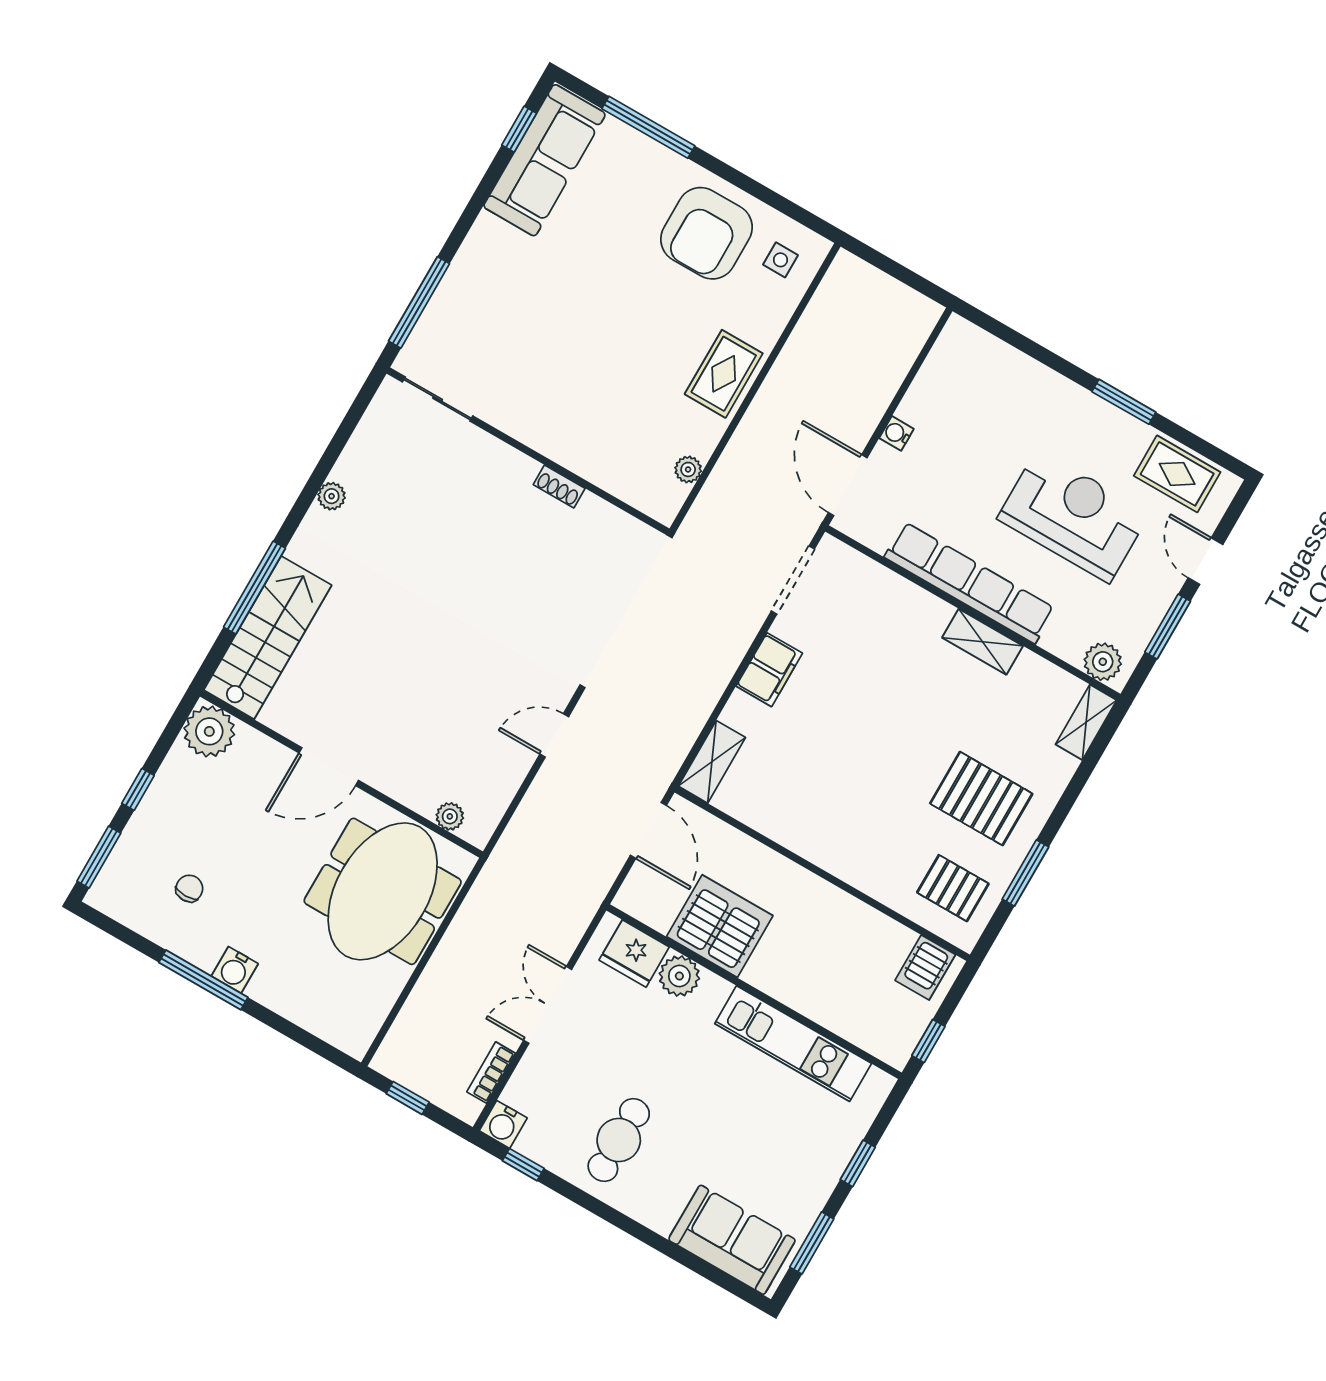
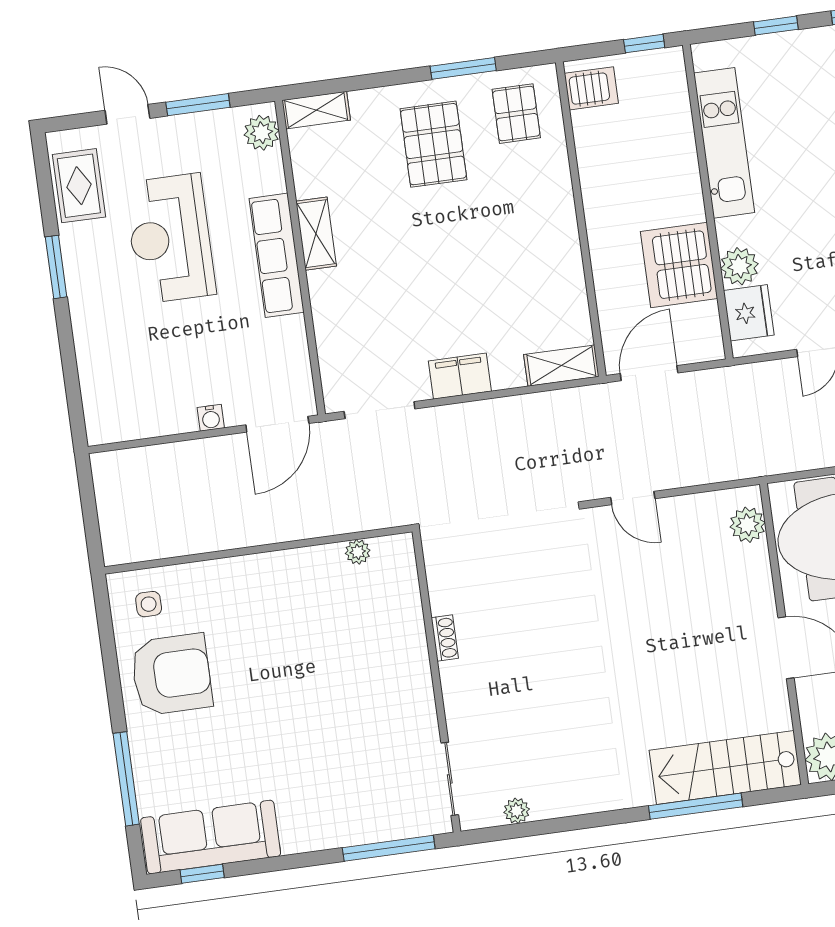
rug: (724, 374) -> (266, 581), removed
plant: (332, 496) -> (517, 811), moved
door: (1205, 561) -> (127, 114), swing flipped
row of seats: (970, 583) -> (277, 255), width x0.73
plant: (450, 816) -> (748, 525), width x1.38, depth x1.38

